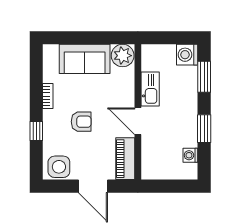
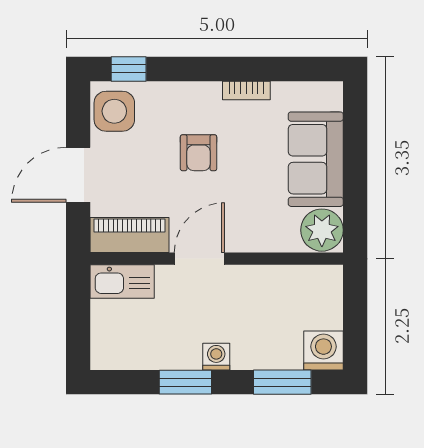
kitchen sink: (150, 89) -> (122, 282), moved
window: (36, 131) -> (129, 69), moved
washing machine: (190, 155) -> (216, 357), moved

